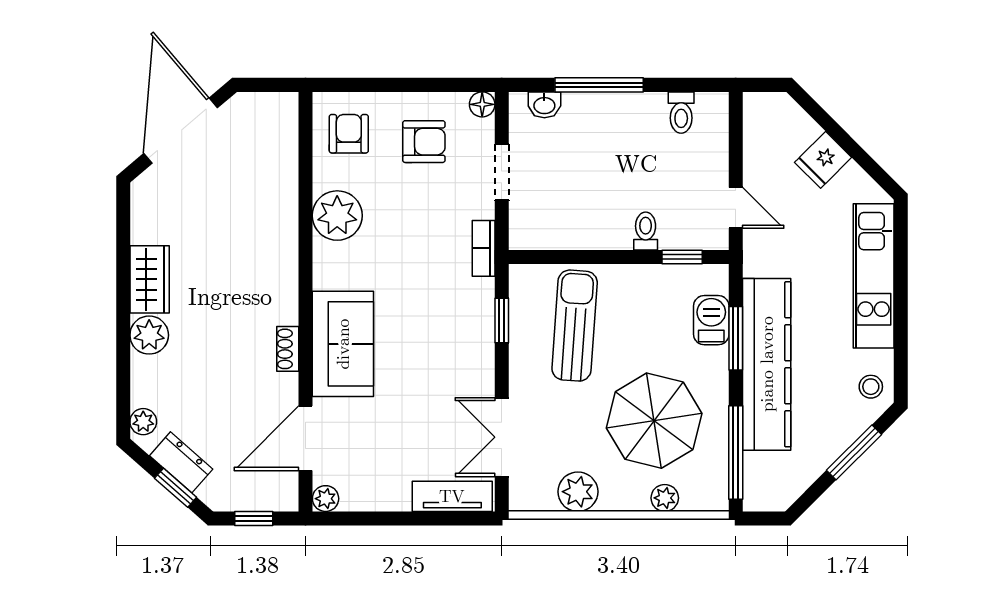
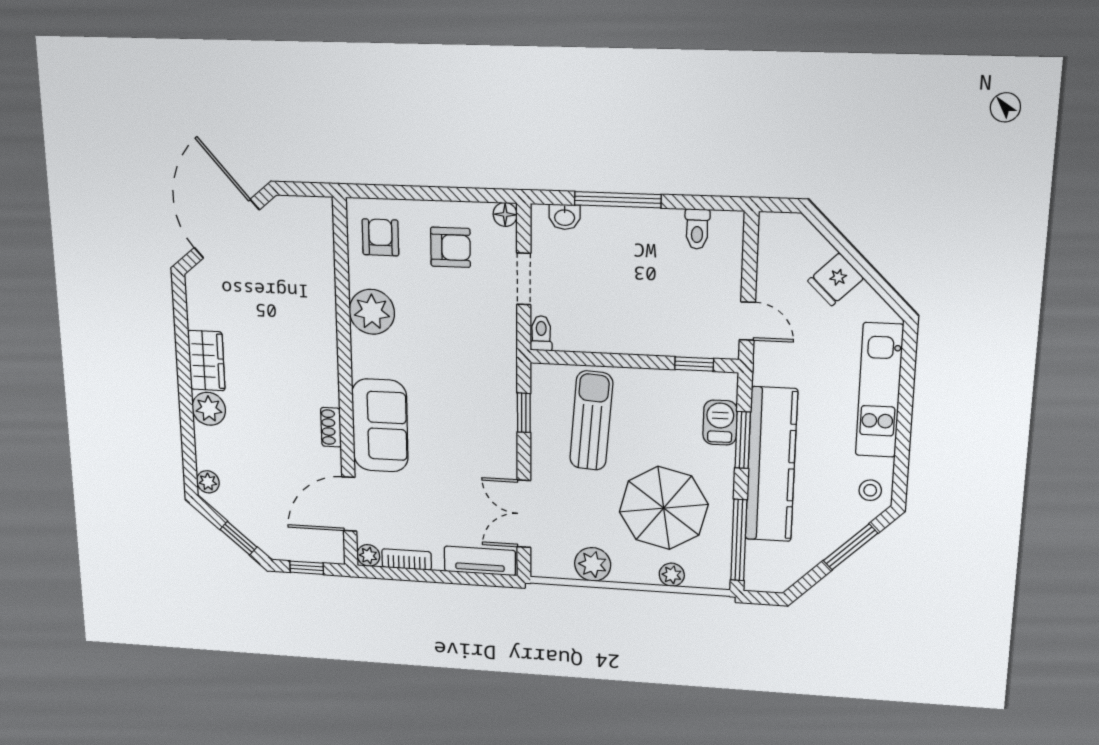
toilet: (646, 231) -> (541, 333), moved
bookcase: (484, 248) -> (407, 559), moved, turned 90
dresser: (181, 462) -> (242, 518), removed

